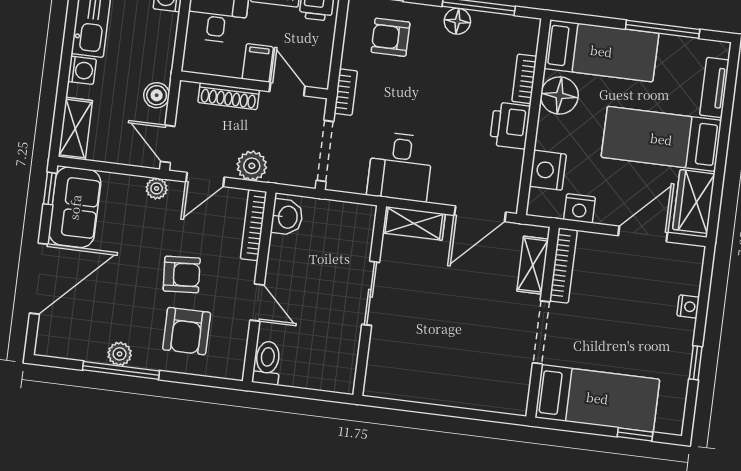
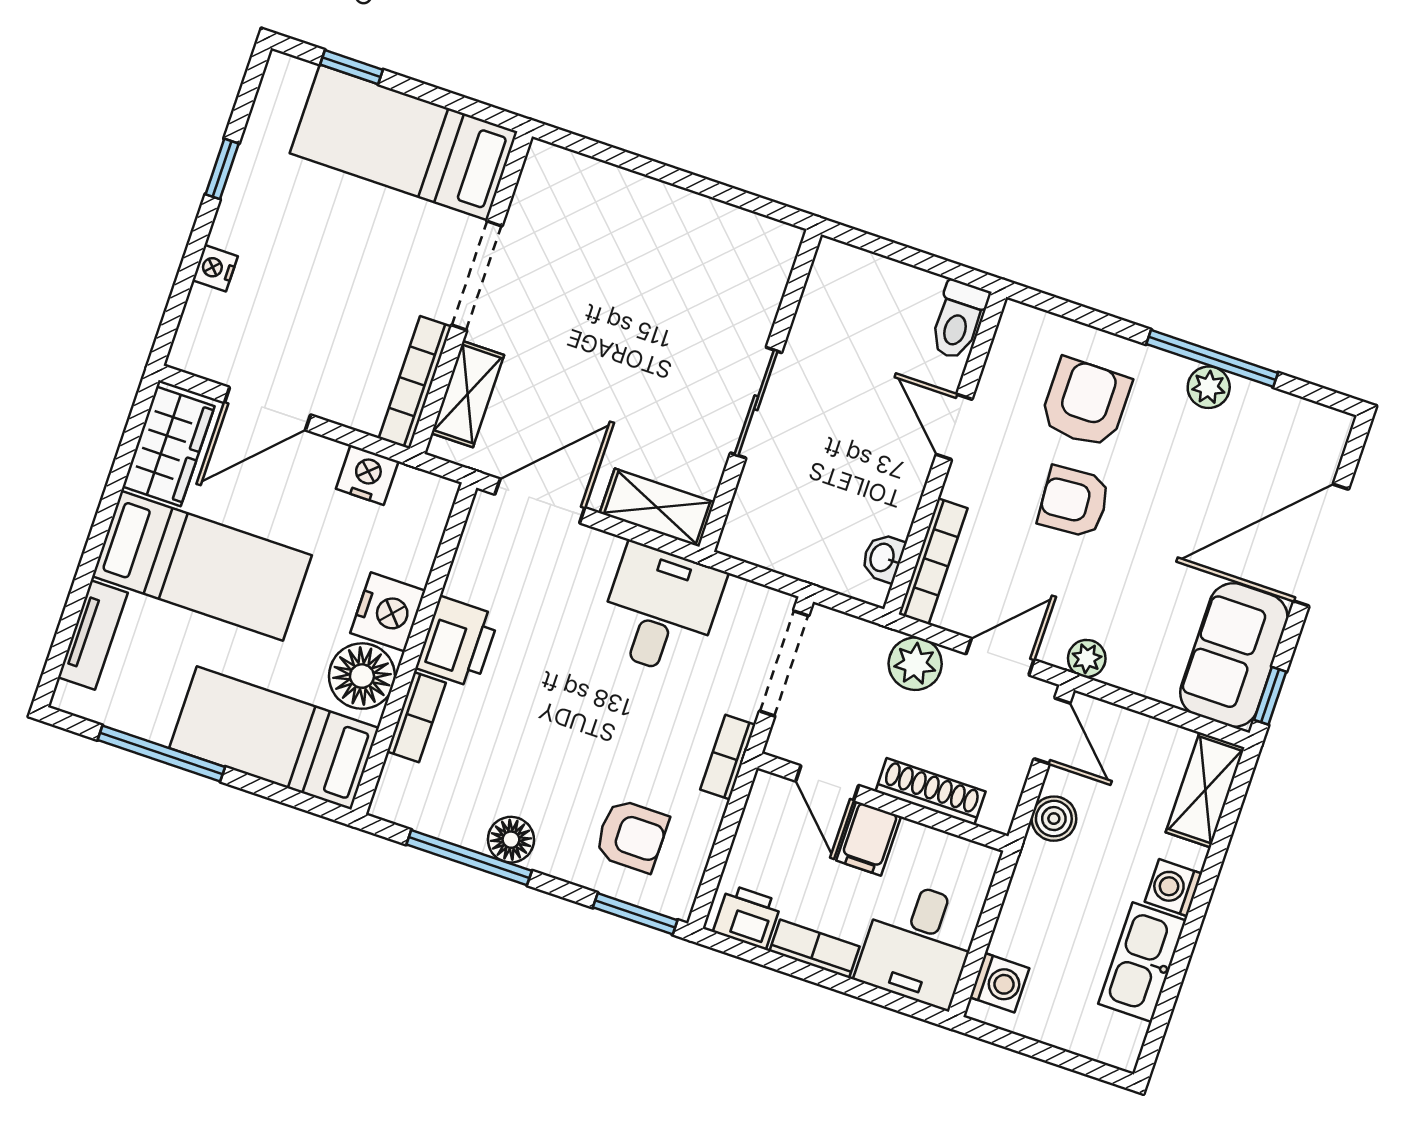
nightstand: (548, 170) -> (388, 612), moved
washbasin: (287, 217) -> (883, 558), width x0.72, depth x0.69

